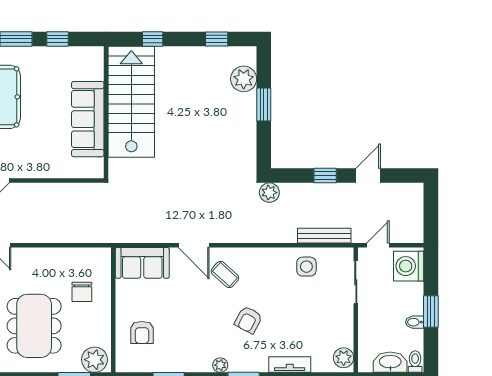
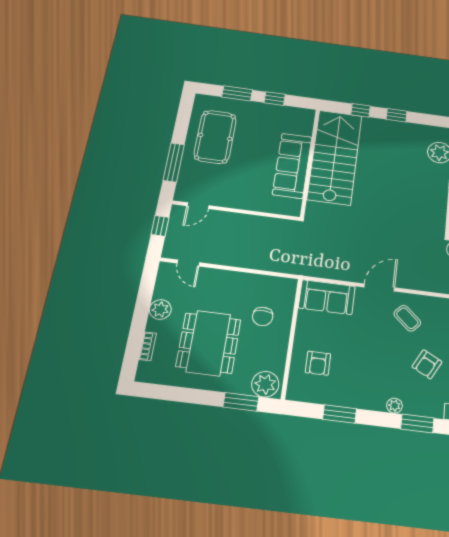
window: (217, 39) -> (397, 115), moved
door: (194, 245) -> (379, 287), swing flipped

